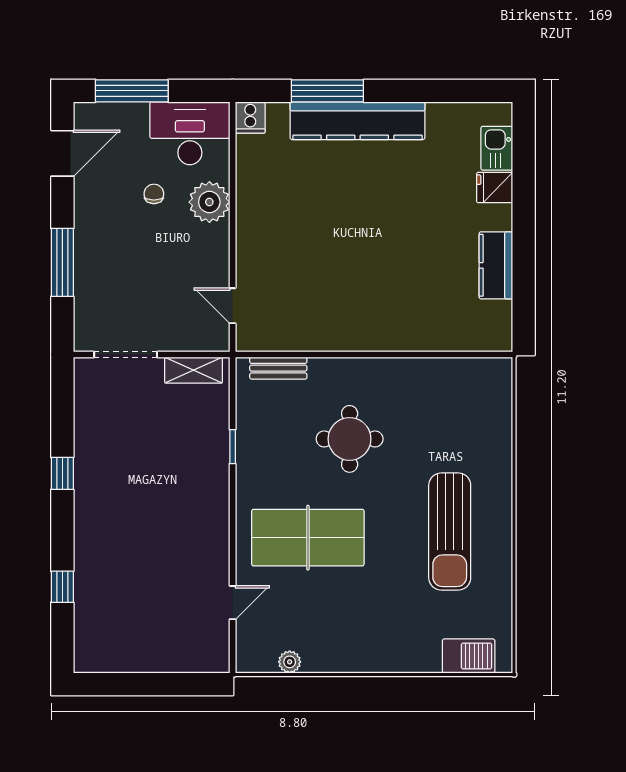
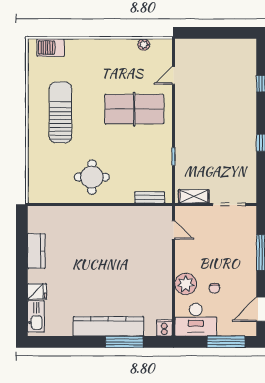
kitchen sink: (497, 148) -> (36, 316), width x1.38
round table: (350, 439) -> (92, 177), moved

